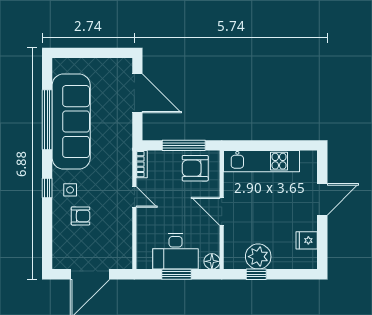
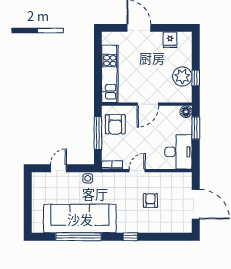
door: (137, 93) -> (58, 168), width x0.53
side table: (70, 190) -> (88, 178), moved
armchair: (81, 216) -> (150, 201), moved
desk: (176, 251) -> (178, 152), moved
window: (176, 274) -> (196, 128), moved

